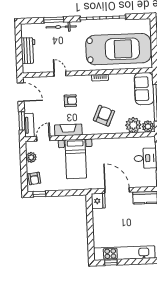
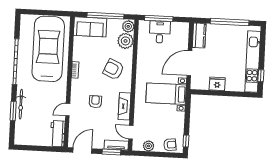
workbench: (28, 51) -> (58, 134), moved, turned -90
bed with nightstands: (76, 159) -> (166, 94), moved, turned 180
fridge: (98, 201) -> (217, 84), moved

